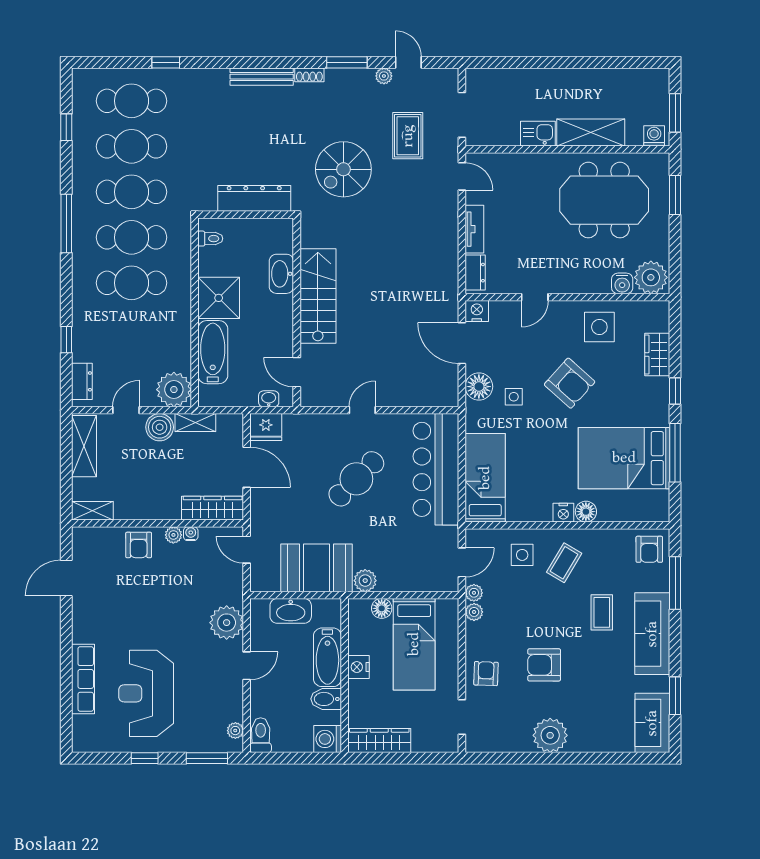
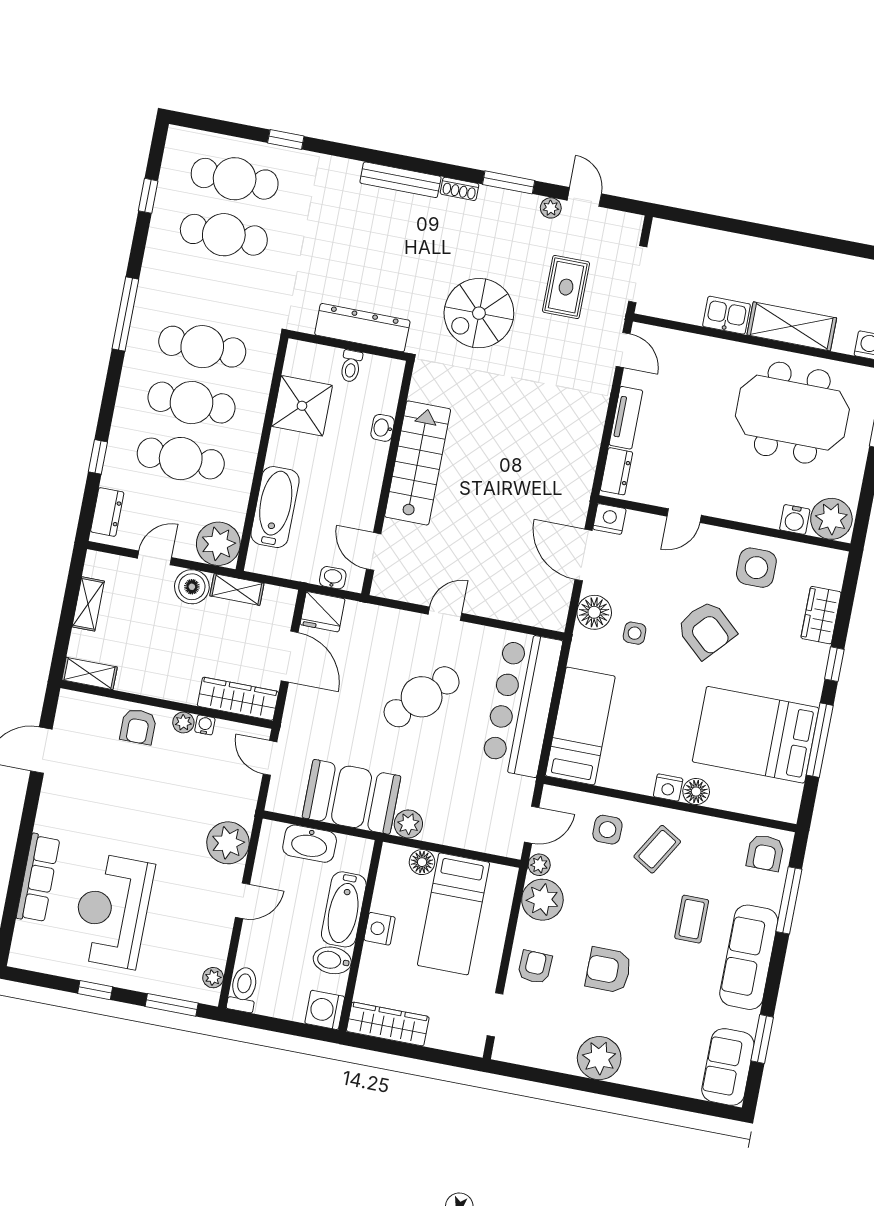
cafe table: (132, 192) -> (181, 459), moved
toilet: (210, 239) -> (351, 366), moved, turned 90
washbasin: (281, 274) -> (383, 428), width x0.52, depth x0.69
shower: (219, 298) -> (302, 406), moved
shelving: (84, 446) -> (88, 604), width x0.67, depth x0.75
plant: (474, 612) -> (542, 900), width x1.87, depth x1.87

